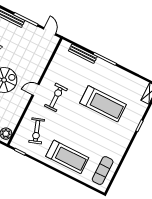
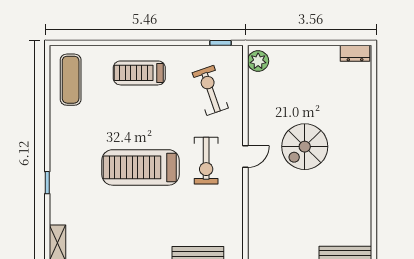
treadmill: (103, 104) -> (141, 167), moved
treadmill: (67, 157) -> (139, 73), width x0.73, depth x0.73

